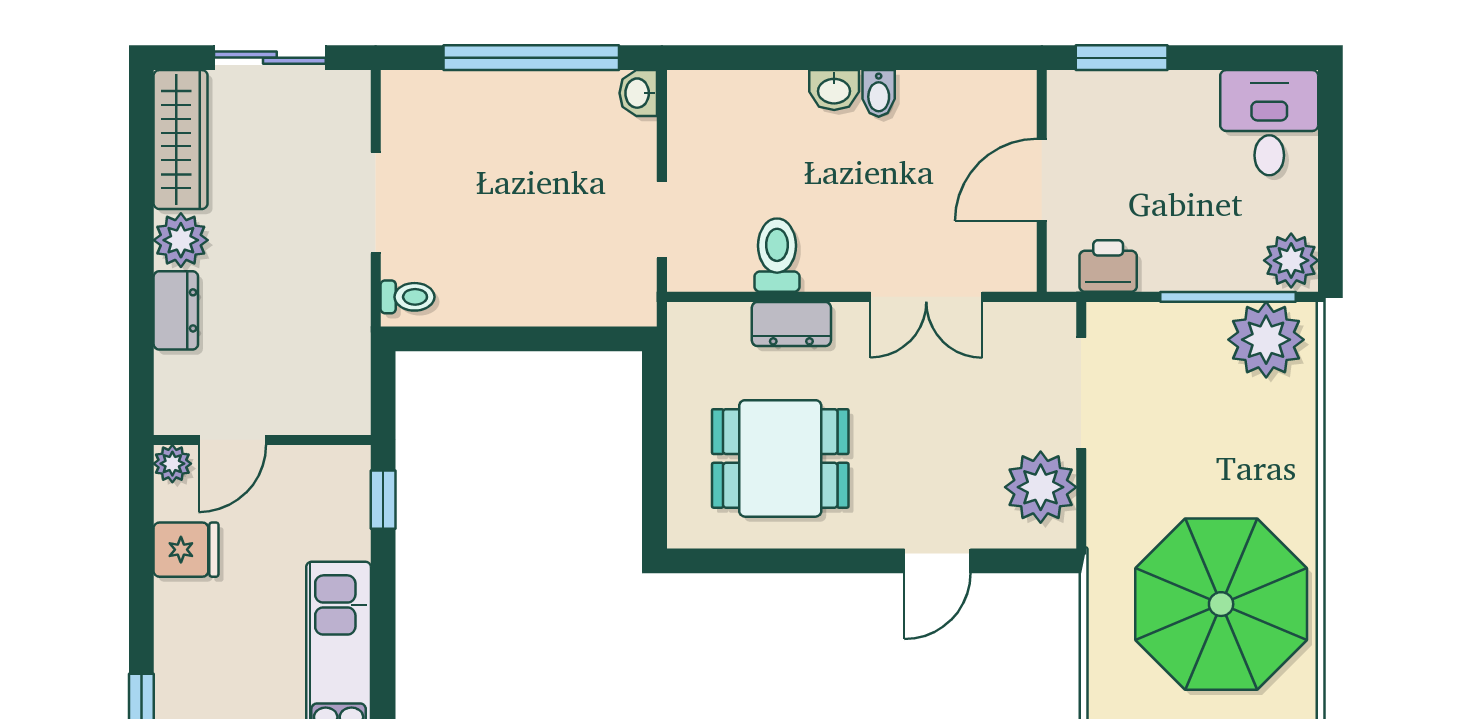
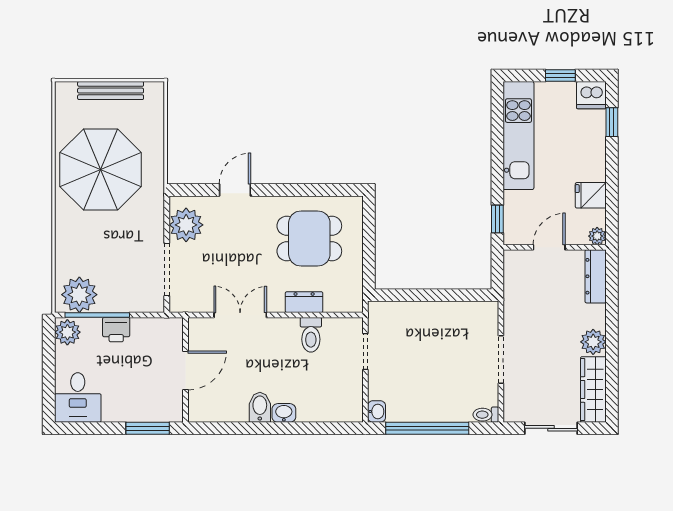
bidet: (879, 93) -> (260, 407), width x1.38, depth x1.36
printer: (1108, 266) -> (116, 330), moved
toilet: (408, 297) -> (486, 415), moved
dresser: (176, 310) -> (596, 276), moved, width x1.44
door: (232, 440) -> (549, 247), moved

